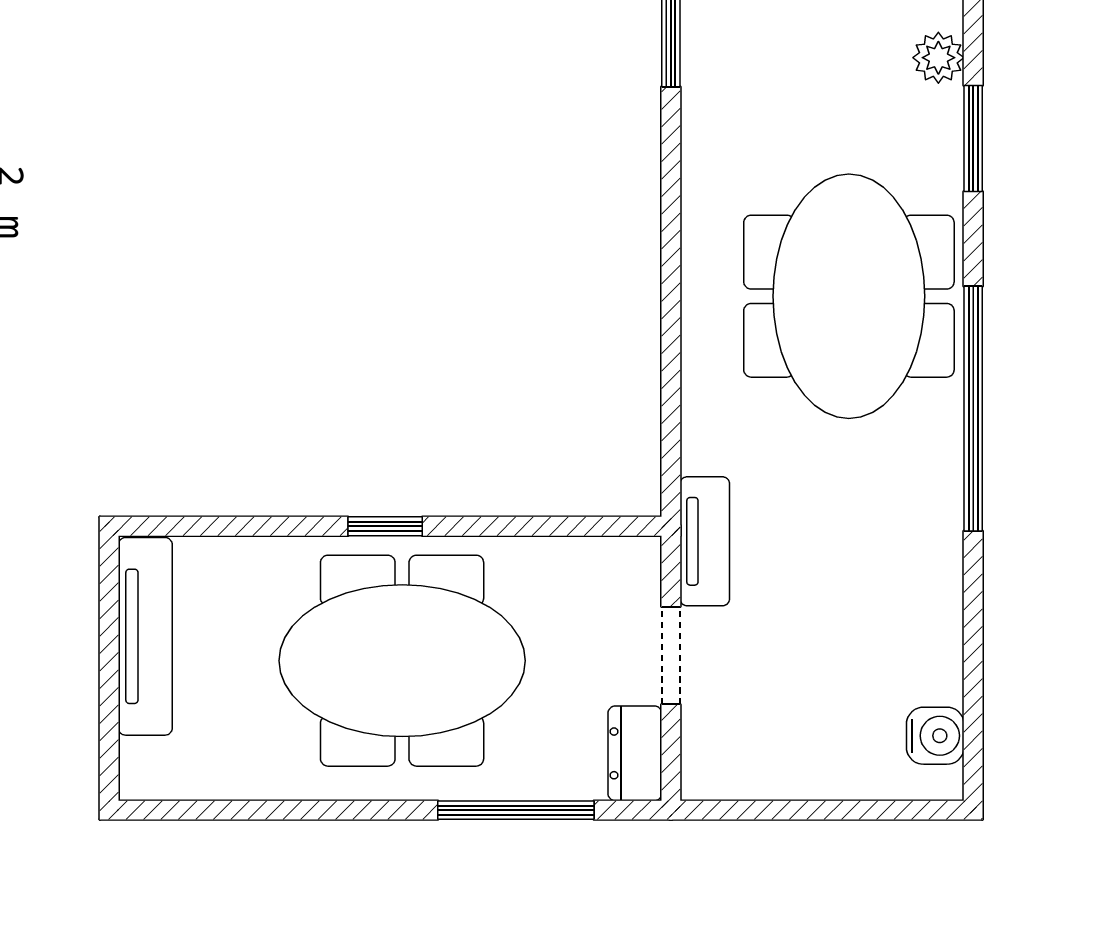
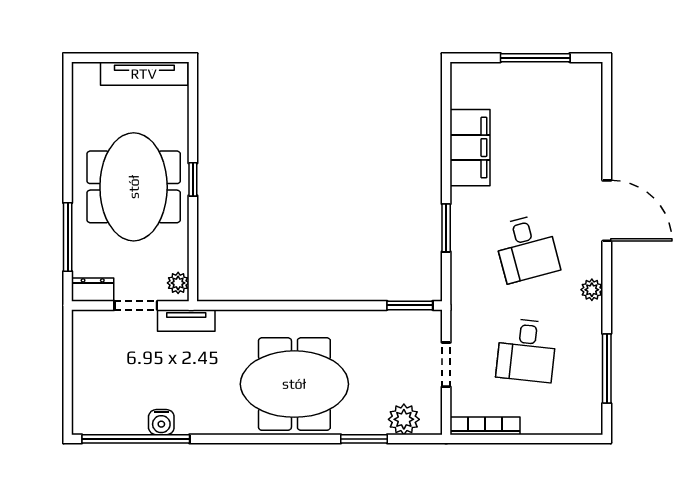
plant: (938, 58) -> (404, 419), width x1.38, depth x1.38
window: (973, 409) -> (136, 439), moved
plant: (620, 560) -> (178, 283), added
water cooler: (935, 736) -> (161, 422), moved

